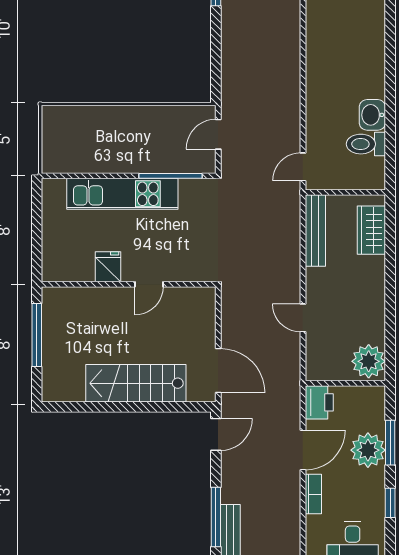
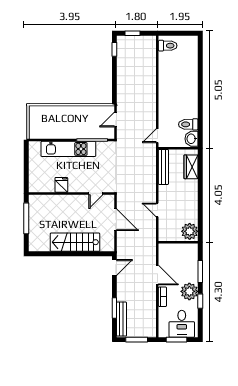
washbasin: (372, 115) -> (192, 139), moved
door: (149, 284) -> (96, 193), moved
door: (218, 371) -> (116, 220), moved
printer: (319, 402) -> (165, 252), removed
door: (303, 450) -> (157, 275), hinge flipped
plant: (368, 450) -> (189, 291), moved
window: (216, 517) -> (114, 308), width x0.69

